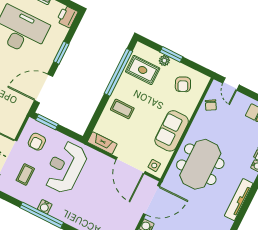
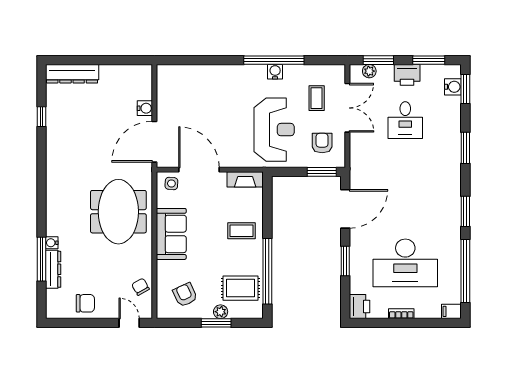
tv unit: (239, 200) -> (53, 193), removed

